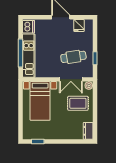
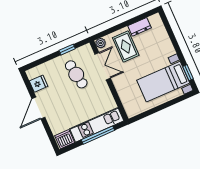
bed with nightstands: (40, 101) -> (163, 82), moved, turned 180
dresser: (88, 131) -> (140, 27), moved

